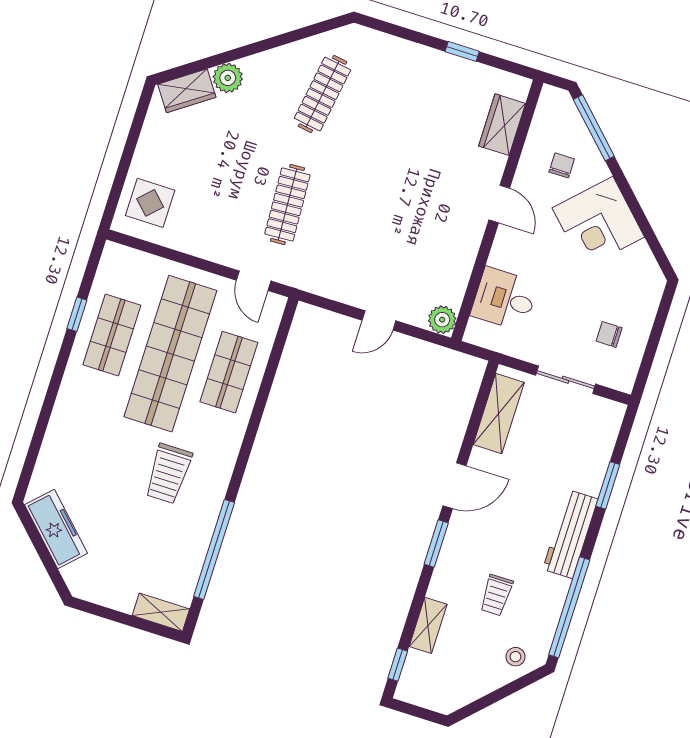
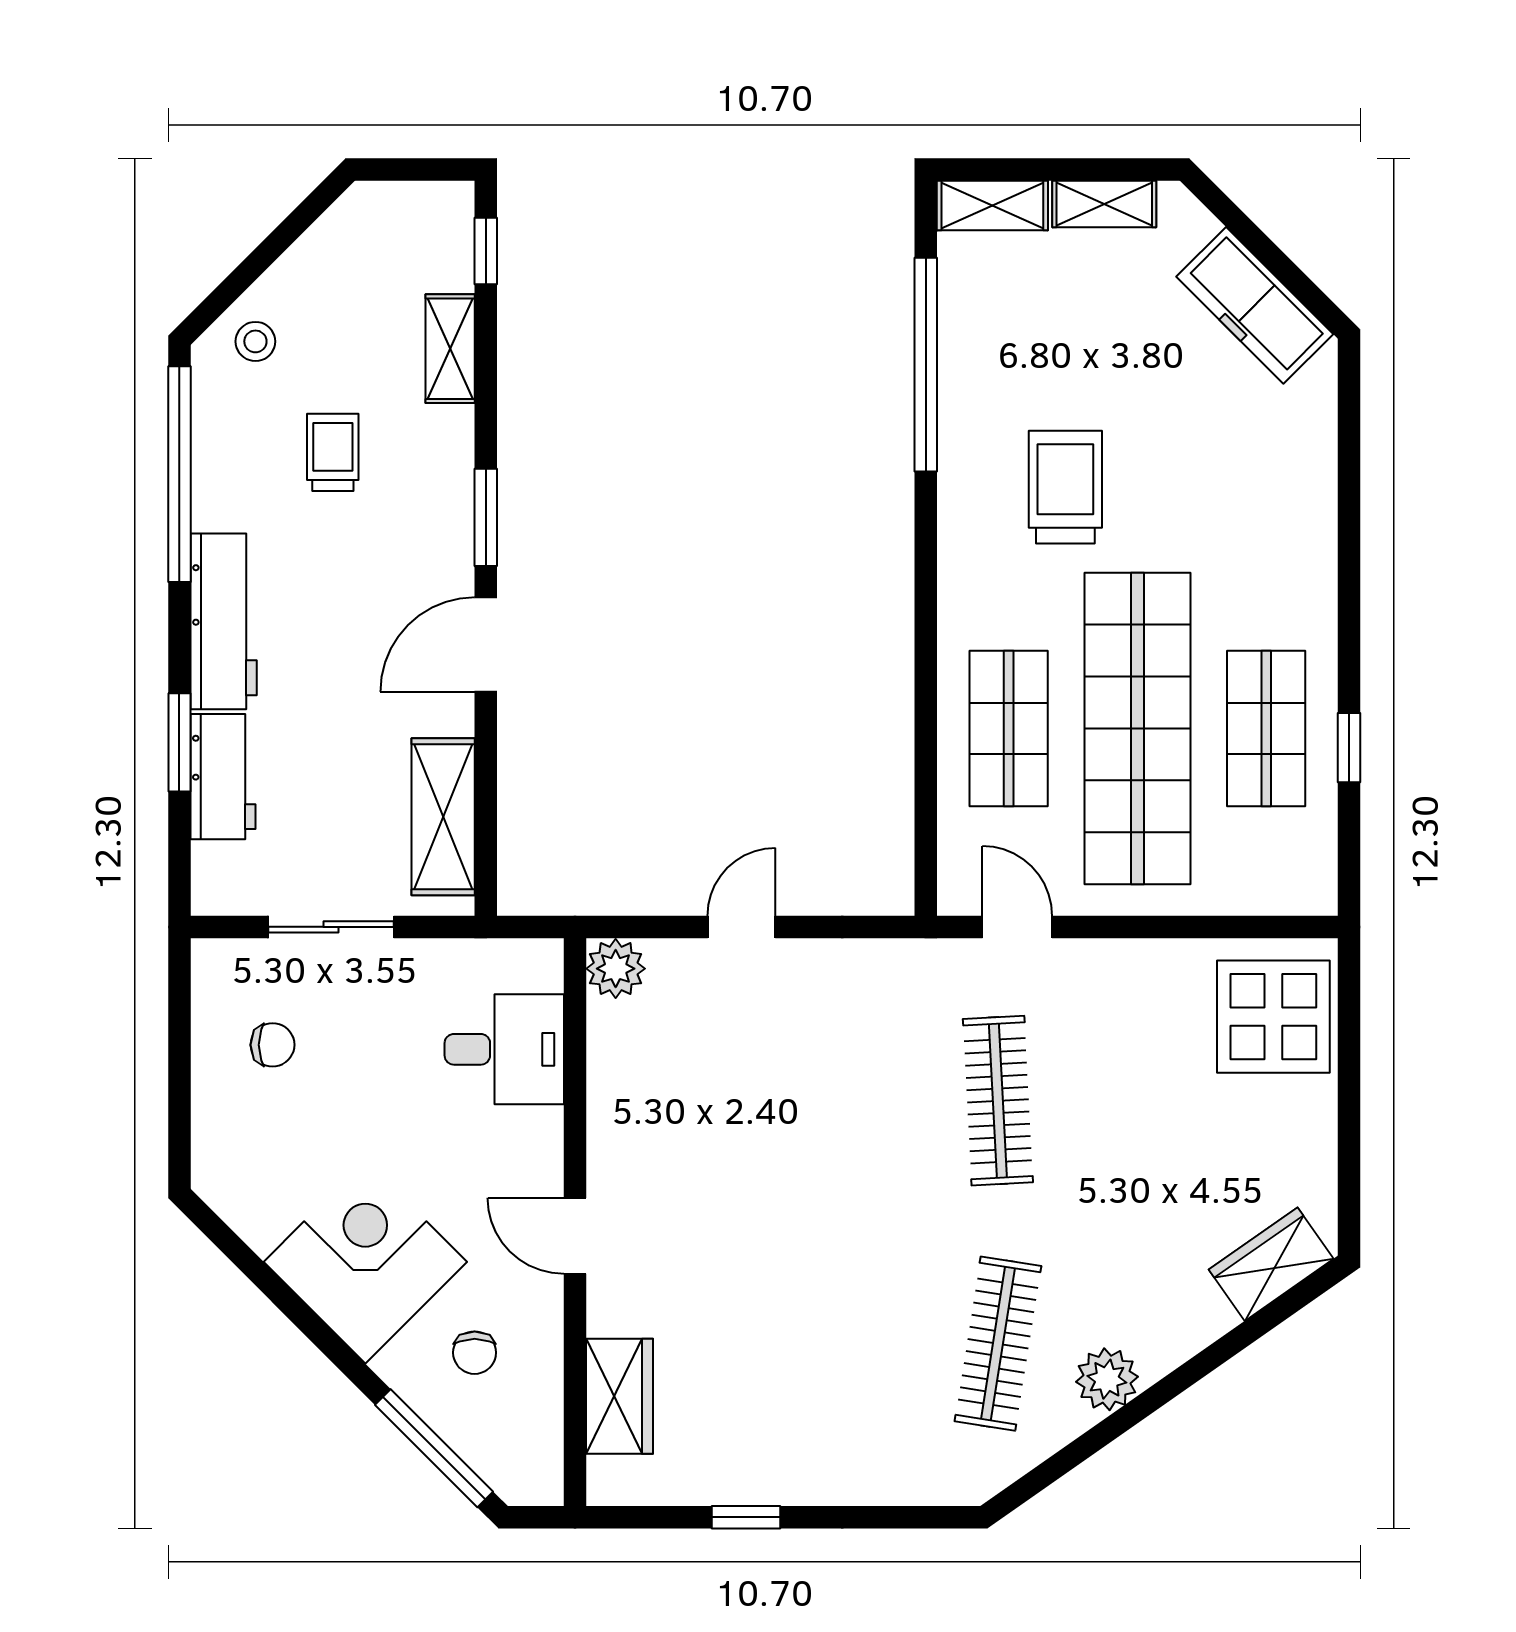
plant: (228, 78) -> (1107, 1379), moved
display table: (150, 203) -> (1273, 1017), width x1.36, depth x1.36
workbench: (593, 464) -> (223, 777), added
shelving: (110, 597) -> (1104, 204), added

